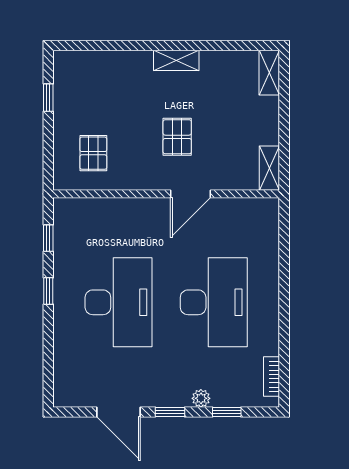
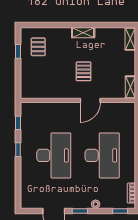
pallet: (93, 153) -> (38, 47), moved
window: (227, 412) -> (120, 211), moved

